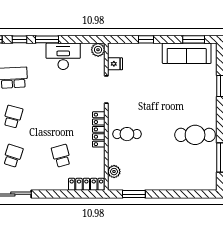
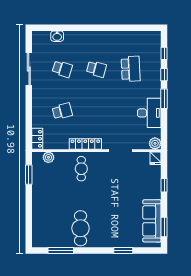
fridge: (115, 64) -> (156, 158), moved
locker: (86, 184) -> (37, 139), width x0.66

